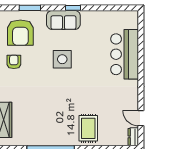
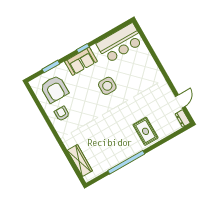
bar counter: (125, 54) -> (120, 43), moved, turned -90
side table: (62, 59) -> (107, 86), moved
door: (141, 118) -> (180, 101), swing flipped

